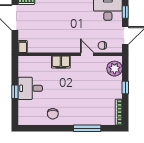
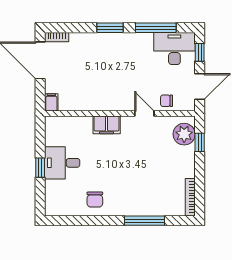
window: (125, 88) -> (200, 142), moved

